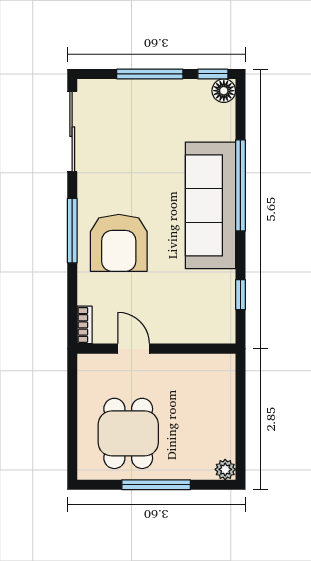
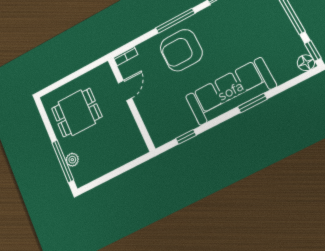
window: (240, 185) -> (252, 103), width x0.47
plant: (225, 469) -> (72, 160), moved
window: (156, 485) -> (63, 161), moved

